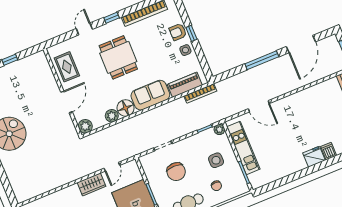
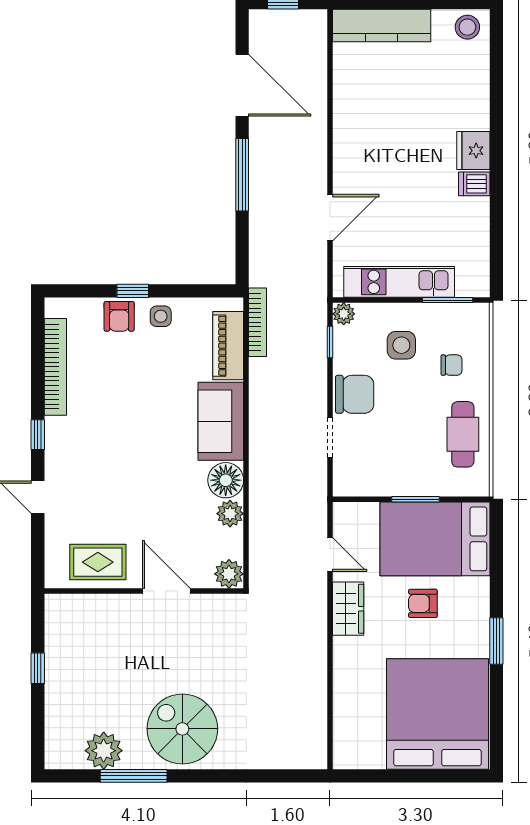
dining table: (118, 57) -> (121, 454), removed
dishwasher: (329, 151) -> (474, 184), moved
chair: (176, 172) -> (355, 394), moved

